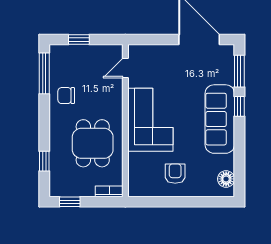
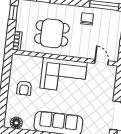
armchair: (175, 174) -> (24, 88), turned 90

